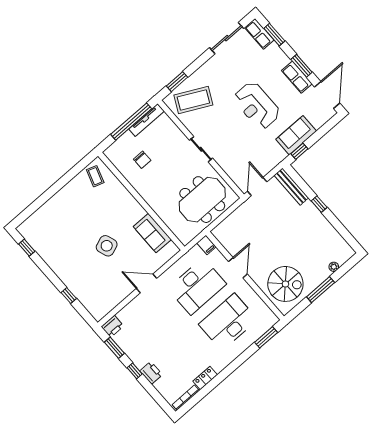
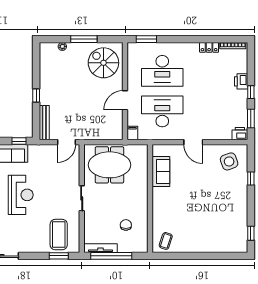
coffee table: (193, 100) -> (59, 235), turned 63
side table: (107, 246) -> (229, 161), moved

